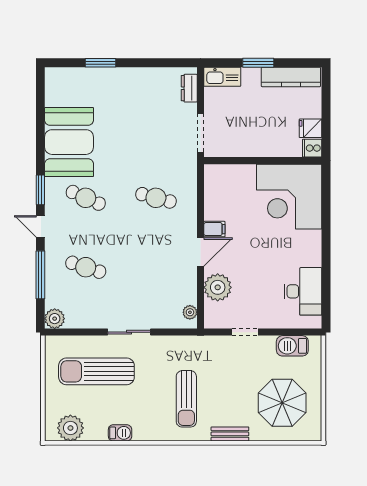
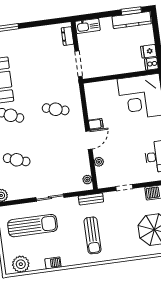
window: (258, 63) -> (131, 11), moved
plant: (218, 287) -> (99, 162), width x0.53, depth x0.53
sun lounger: (96, 371) -> (33, 226), turned 180
bench: (230, 434) -> (91, 199), moved

